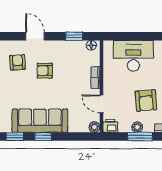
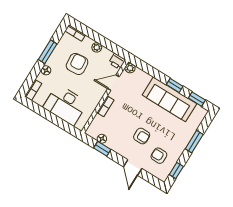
floor lamp: (91, 45) -> (102, 139), moved
armchair: (18, 62) -> (159, 156), turned 94
door: (102, 104) -> (113, 83), swing flipped
window: (140, 137) -> (99, 39), removed

